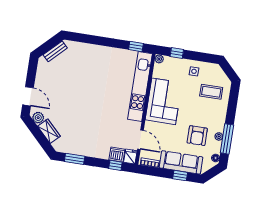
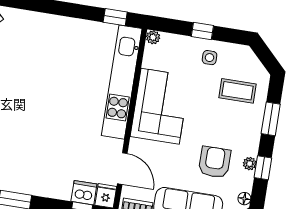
window: (177, 53) -> (202, 31), moved
window: (232, 109) -> (271, 119), added
armchair: (197, 136) -> (215, 162), turned 180
window: (227, 139) -> (263, 168), width x0.46

